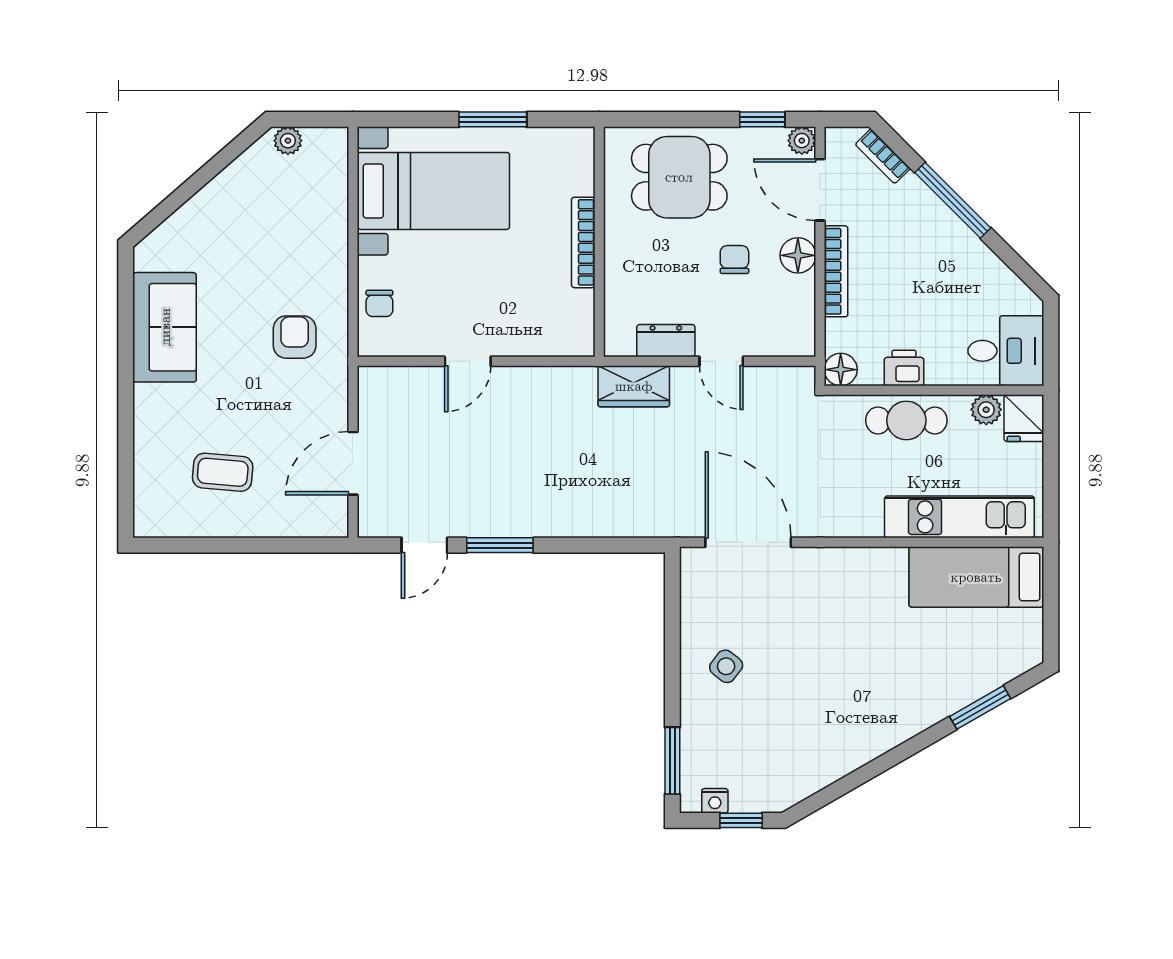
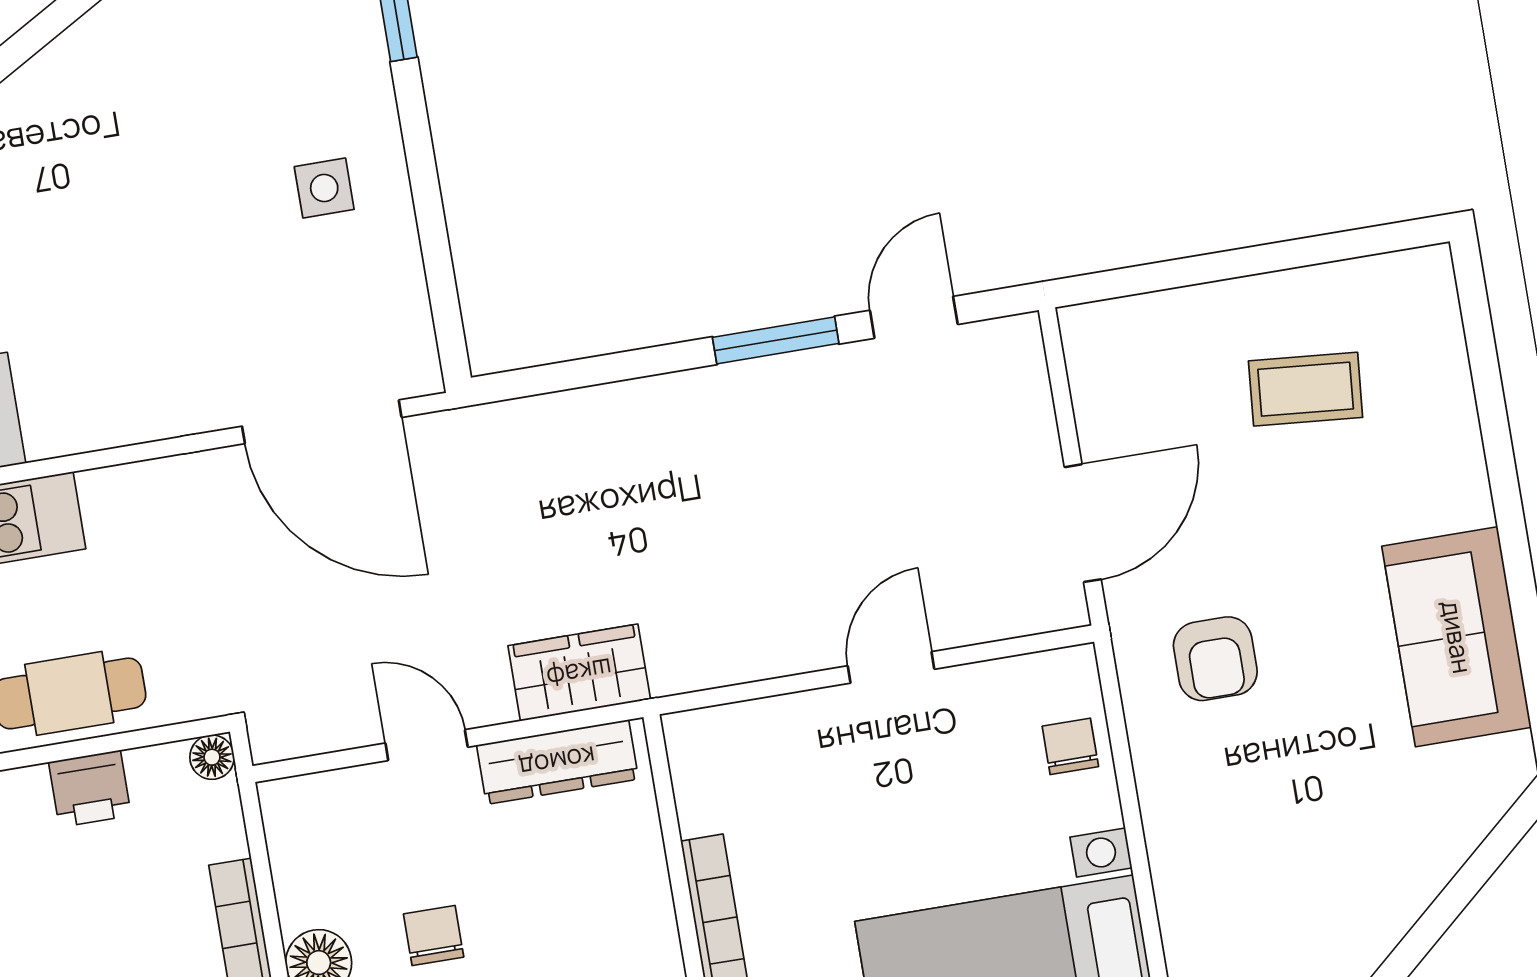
chair: (734, 260) -> (434, 935), turned 180
dresser: (666, 341) -> (557, 762), width x1.44
floor lamp: (841, 370) -> (212, 757), width x0.73, depth x0.73
door: (353, 463) -> (1083, 523), moved
side table: (726, 666) -> (324, 188), turned -38

